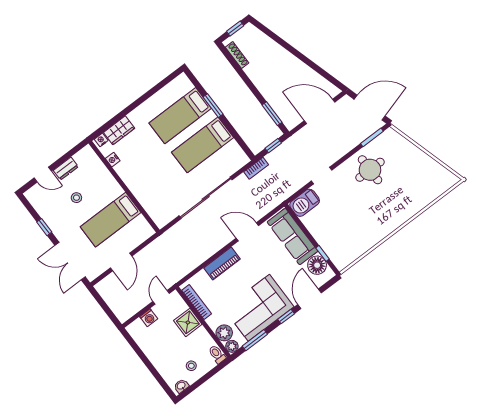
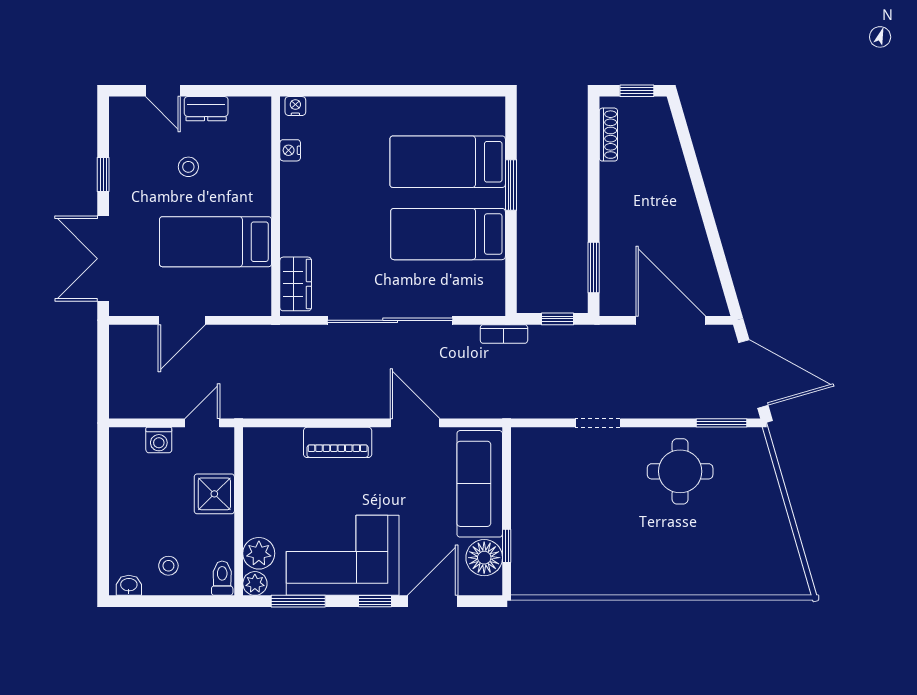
wardrobe: (119, 130) -> (296, 284), moved, turned -90
barbecue: (305, 203) -> (539, 445), removed
bookcase: (197, 302) -> (252, 472), removed

